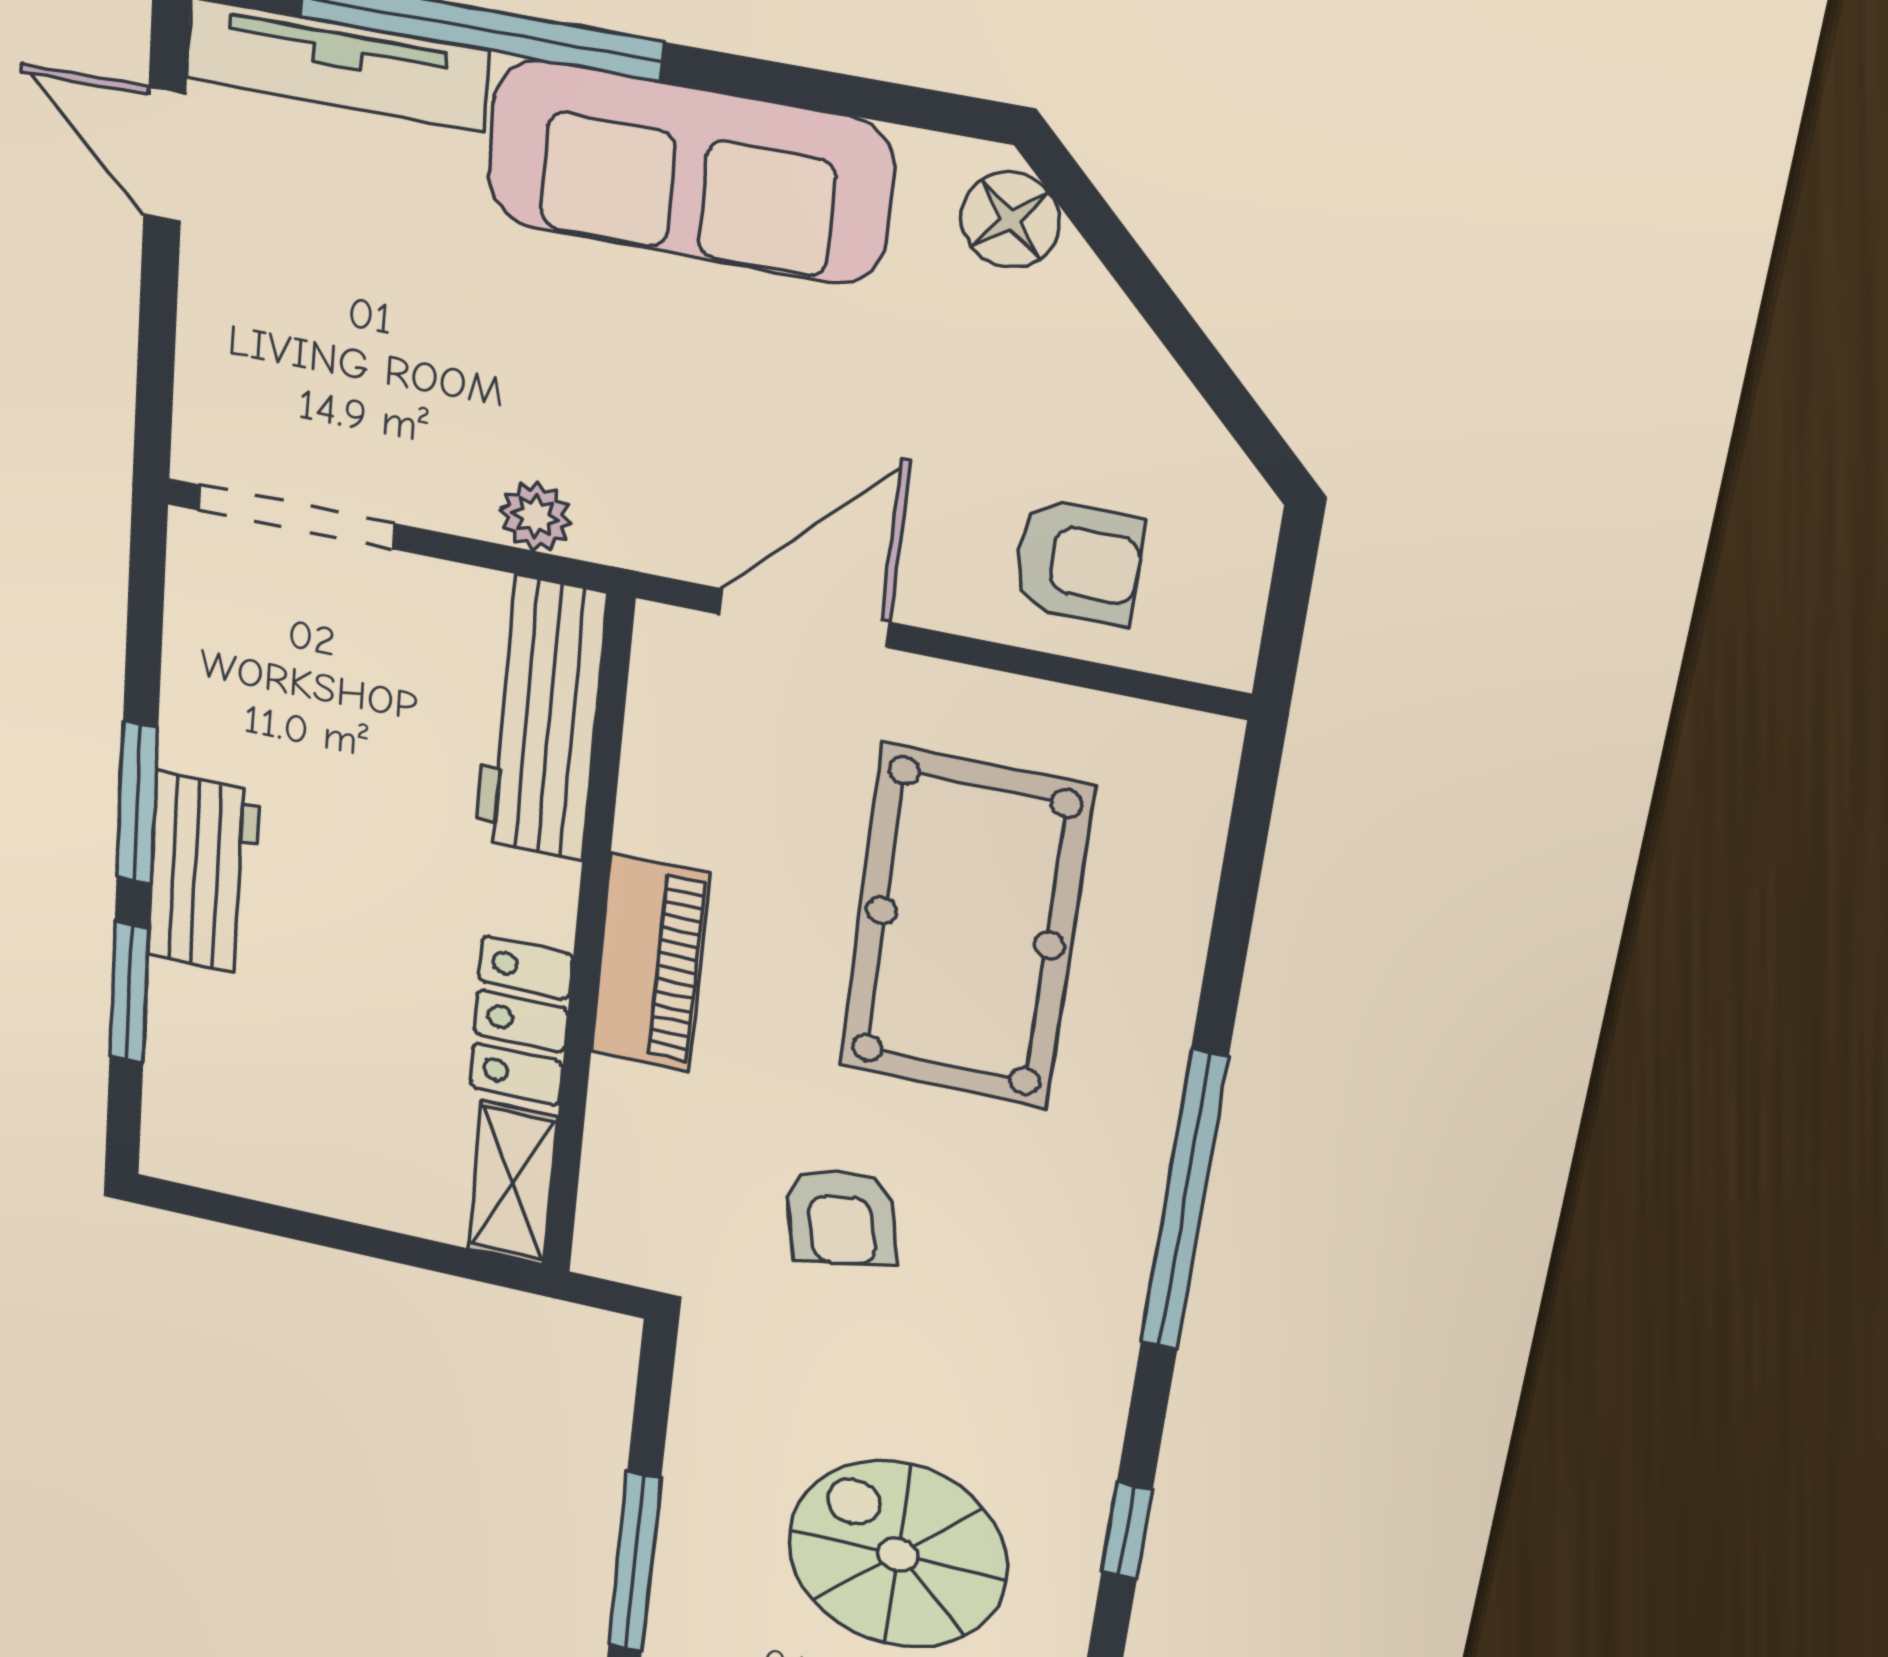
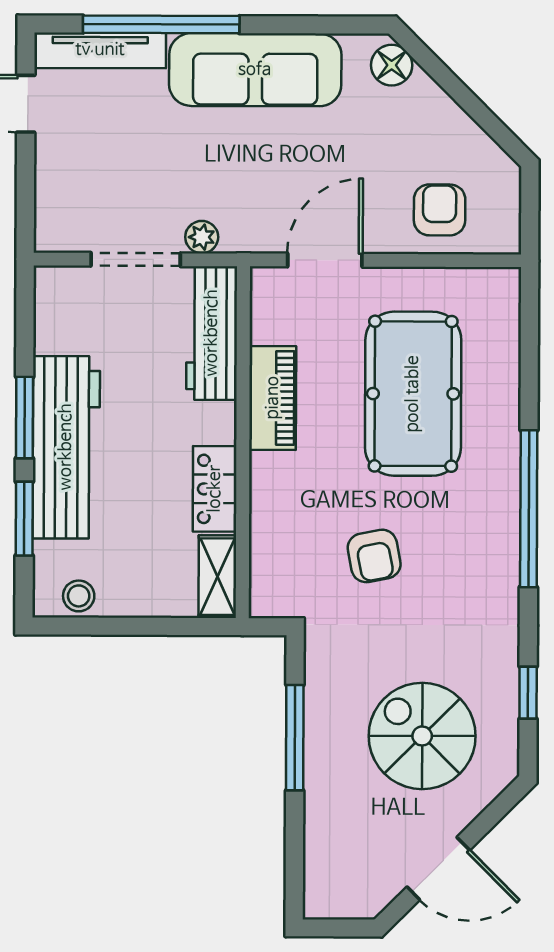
doorway: (296, 517) -> (136, 260), moved
armchair: (1078, 562) -> (440, 210), turned -90
workbench: (203, 874) -> (66, 447), width x1.88, depth x1.32
piano: (650, 964) -> (273, 398), moved
stool: (231, 1156) -> (79, 596), added
window: (635, 1562) -> (295, 738), moved

